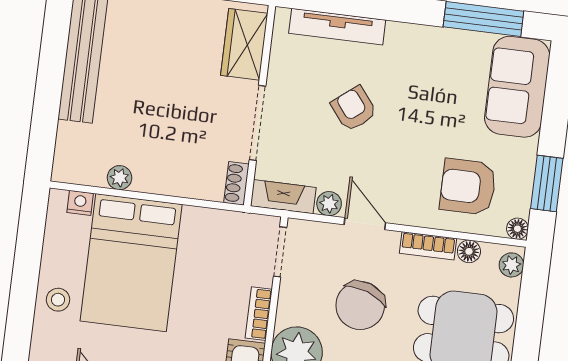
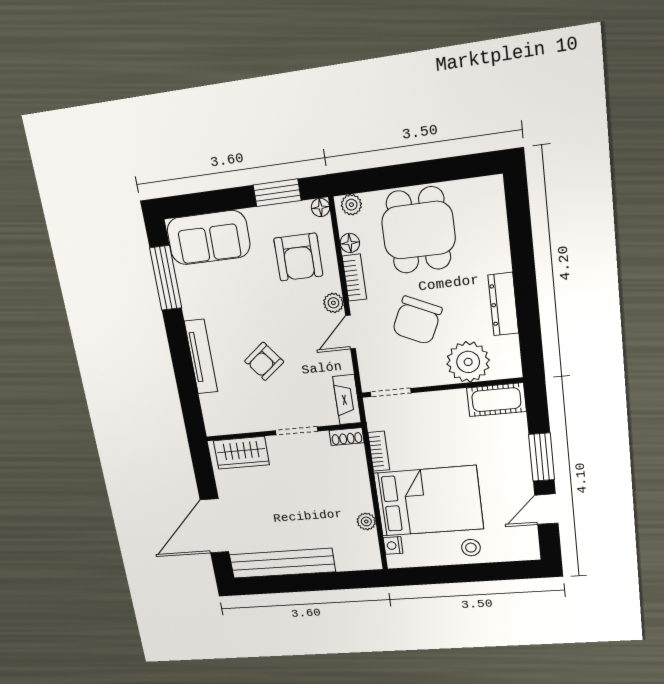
tv unit: (337, 27) -> (201, 357), moved
doorway: (257, 123) -> (296, 431), width x0.73
plant: (329, 204) -> (333, 303), moved
chair: (360, 305) -> (417, 320), turned 95
bookcase: (259, 314) -> (379, 451), moved, turned -90

